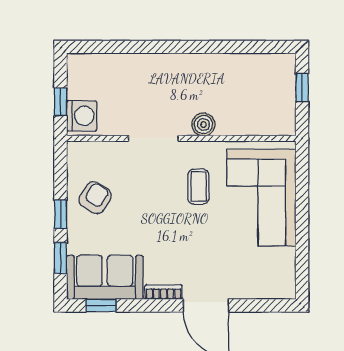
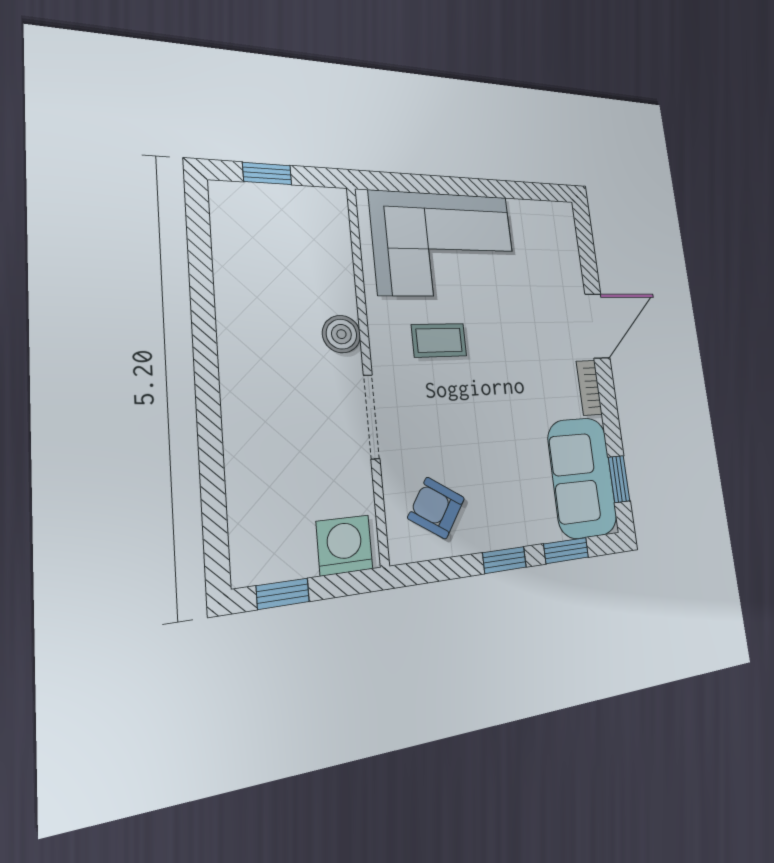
window: (61, 102) -> (283, 594), moved
armchair: (95, 198) -> (436, 508), moved

